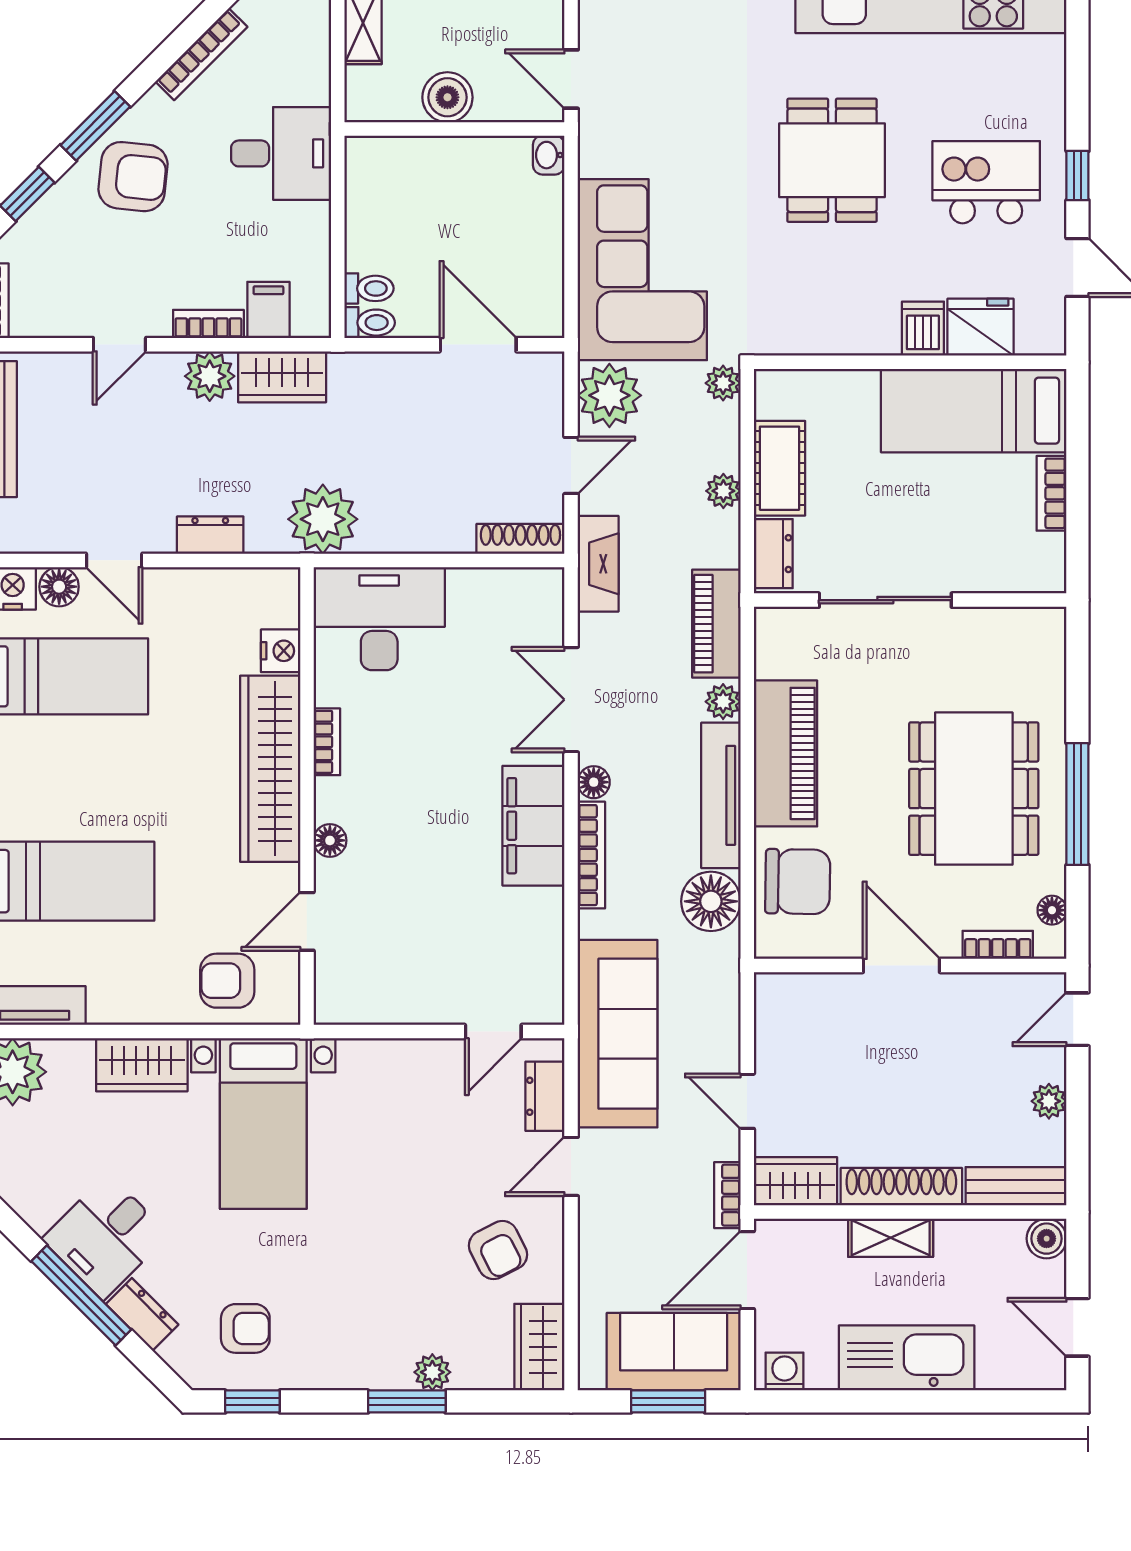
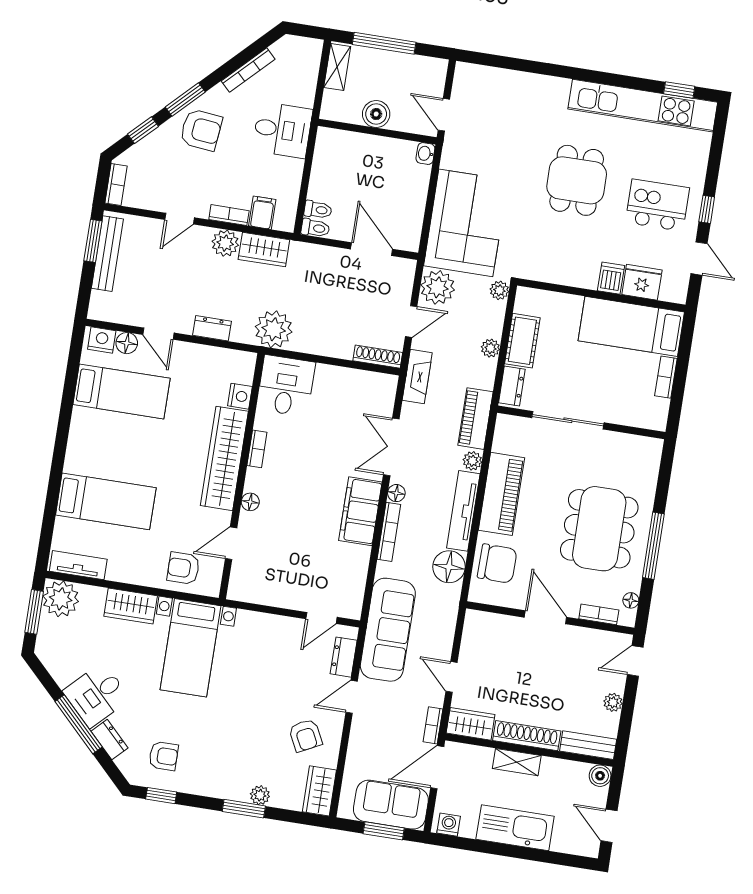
desk: (379, 619) -> (286, 386), width x0.73

